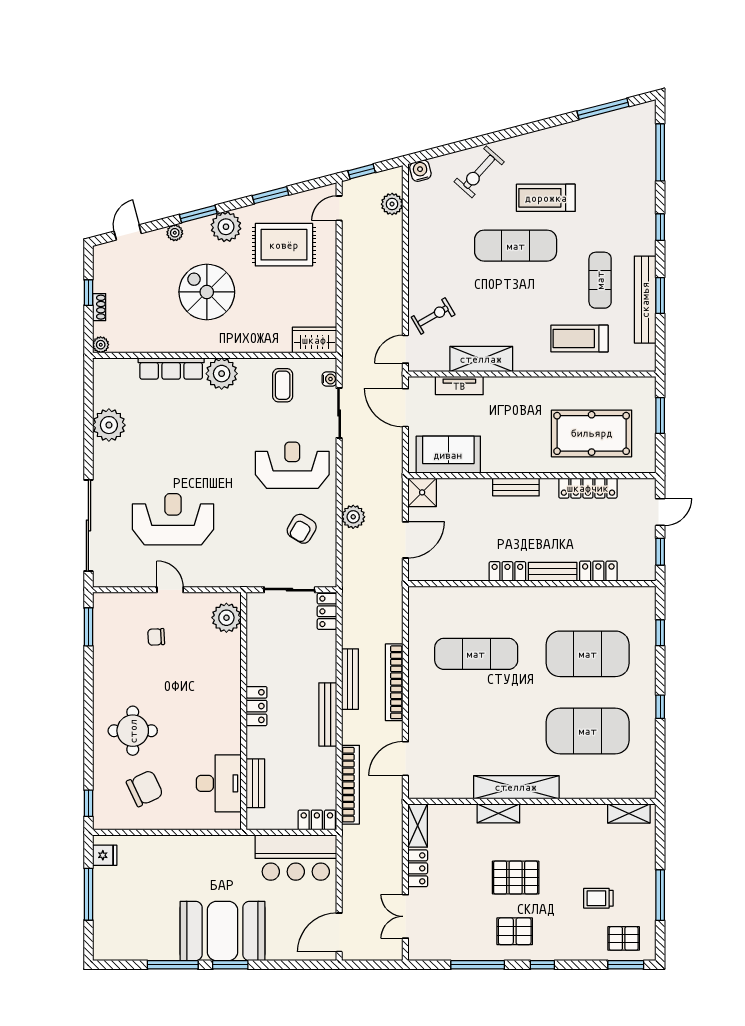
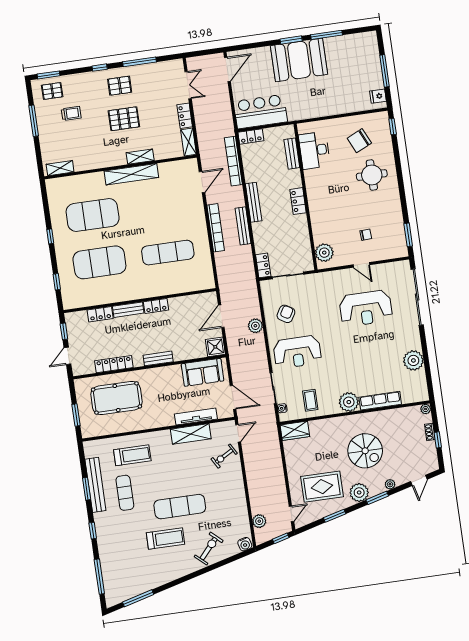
tv unit: (459, 386) -> (196, 417), width x1.41

